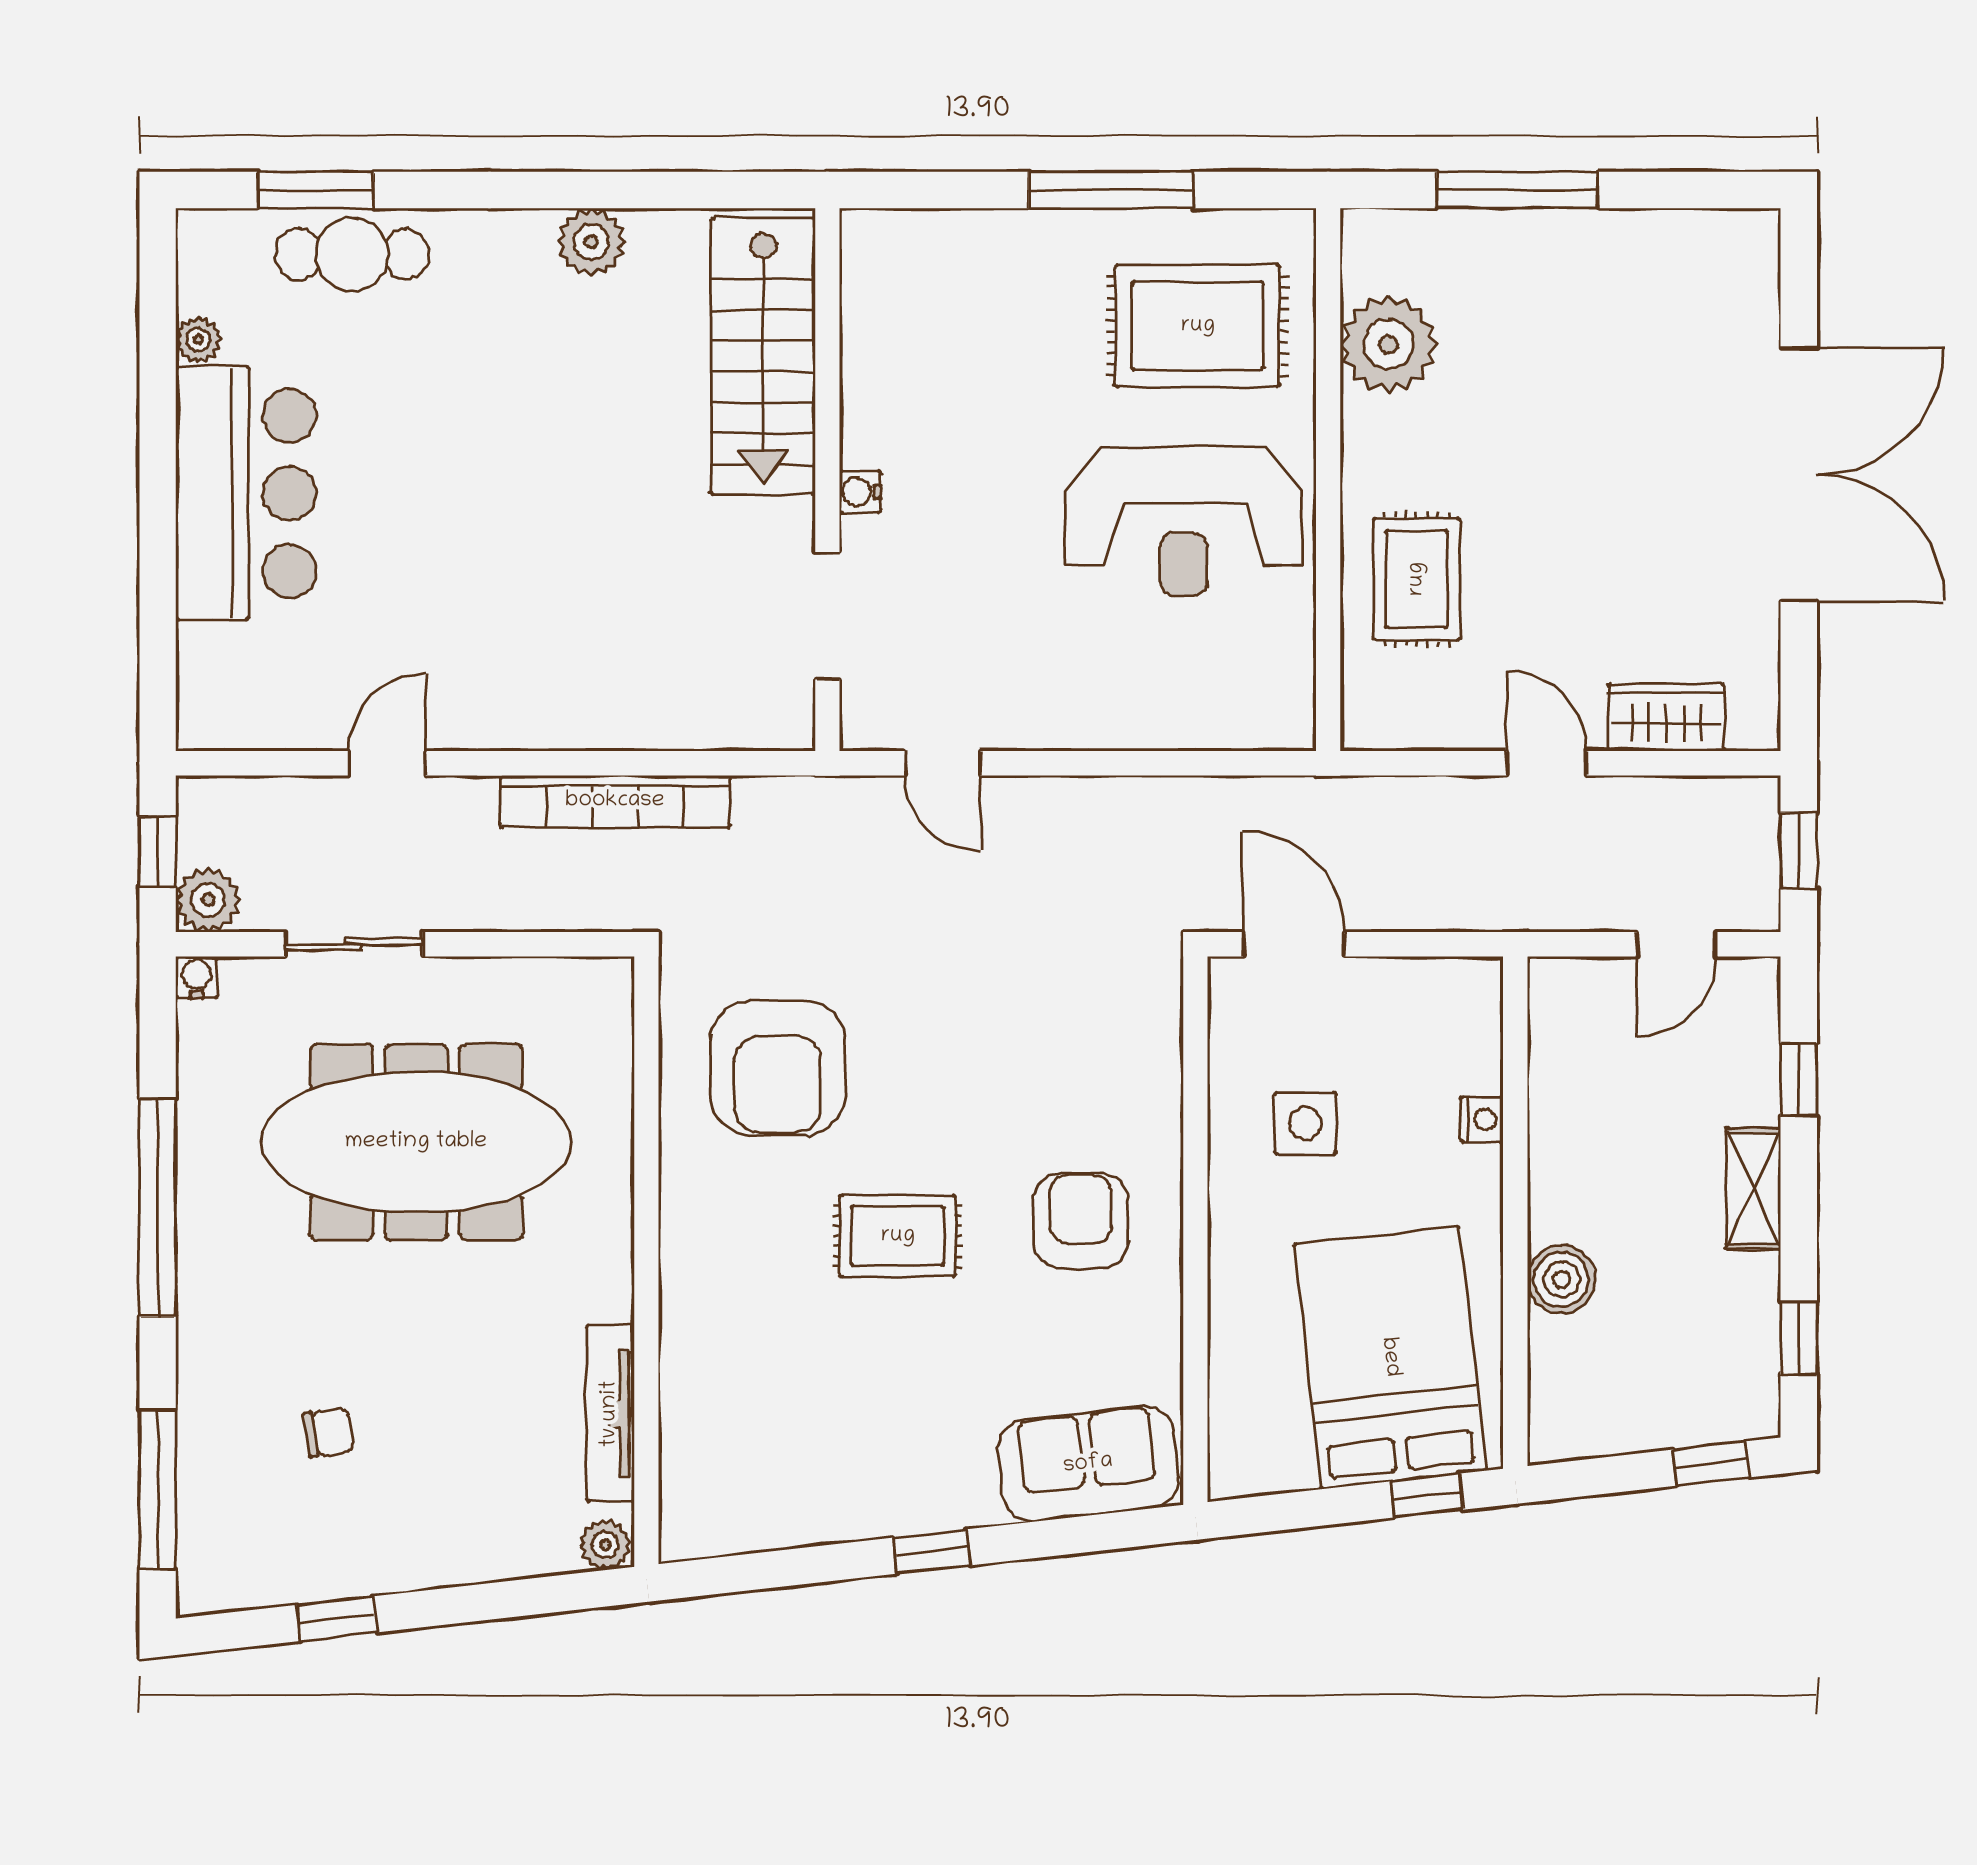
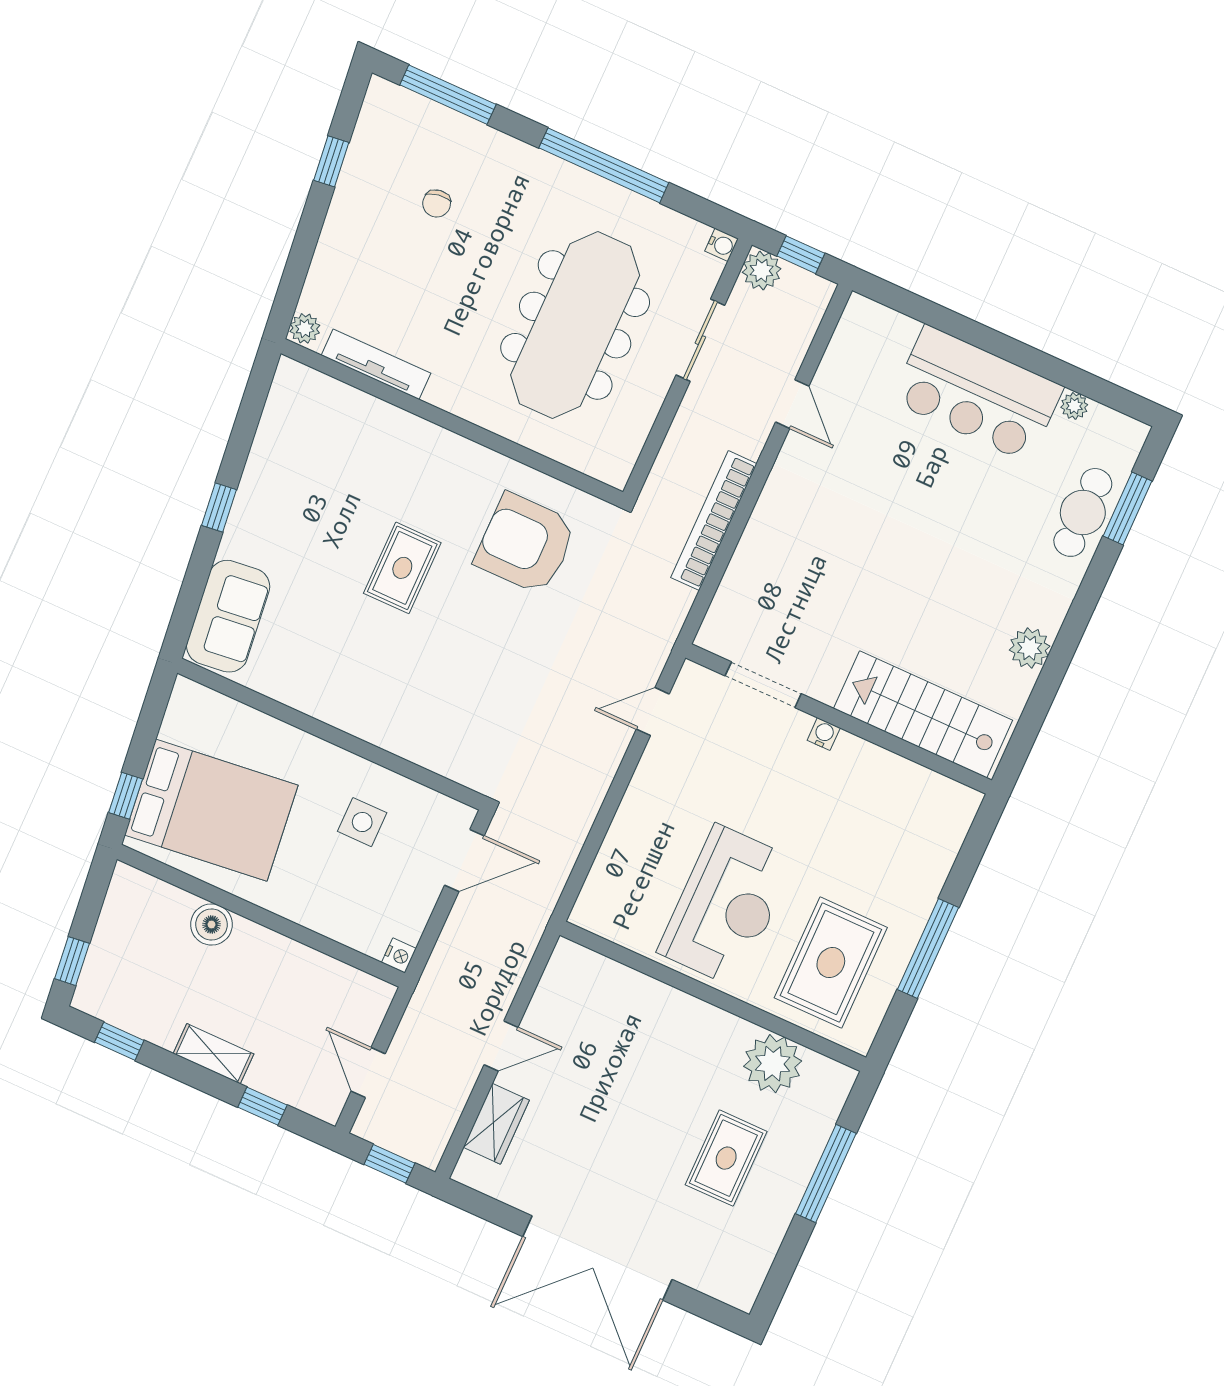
reception desk: (1184, 521) -> (726, 906), turned 180
rug: (1417, 579) -> (726, 1158), moved, turned 90
nightstand: (1482, 1119) -> (399, 956), moved, turned -90
armchair: (1081, 1221) -> (365, 673), removed

